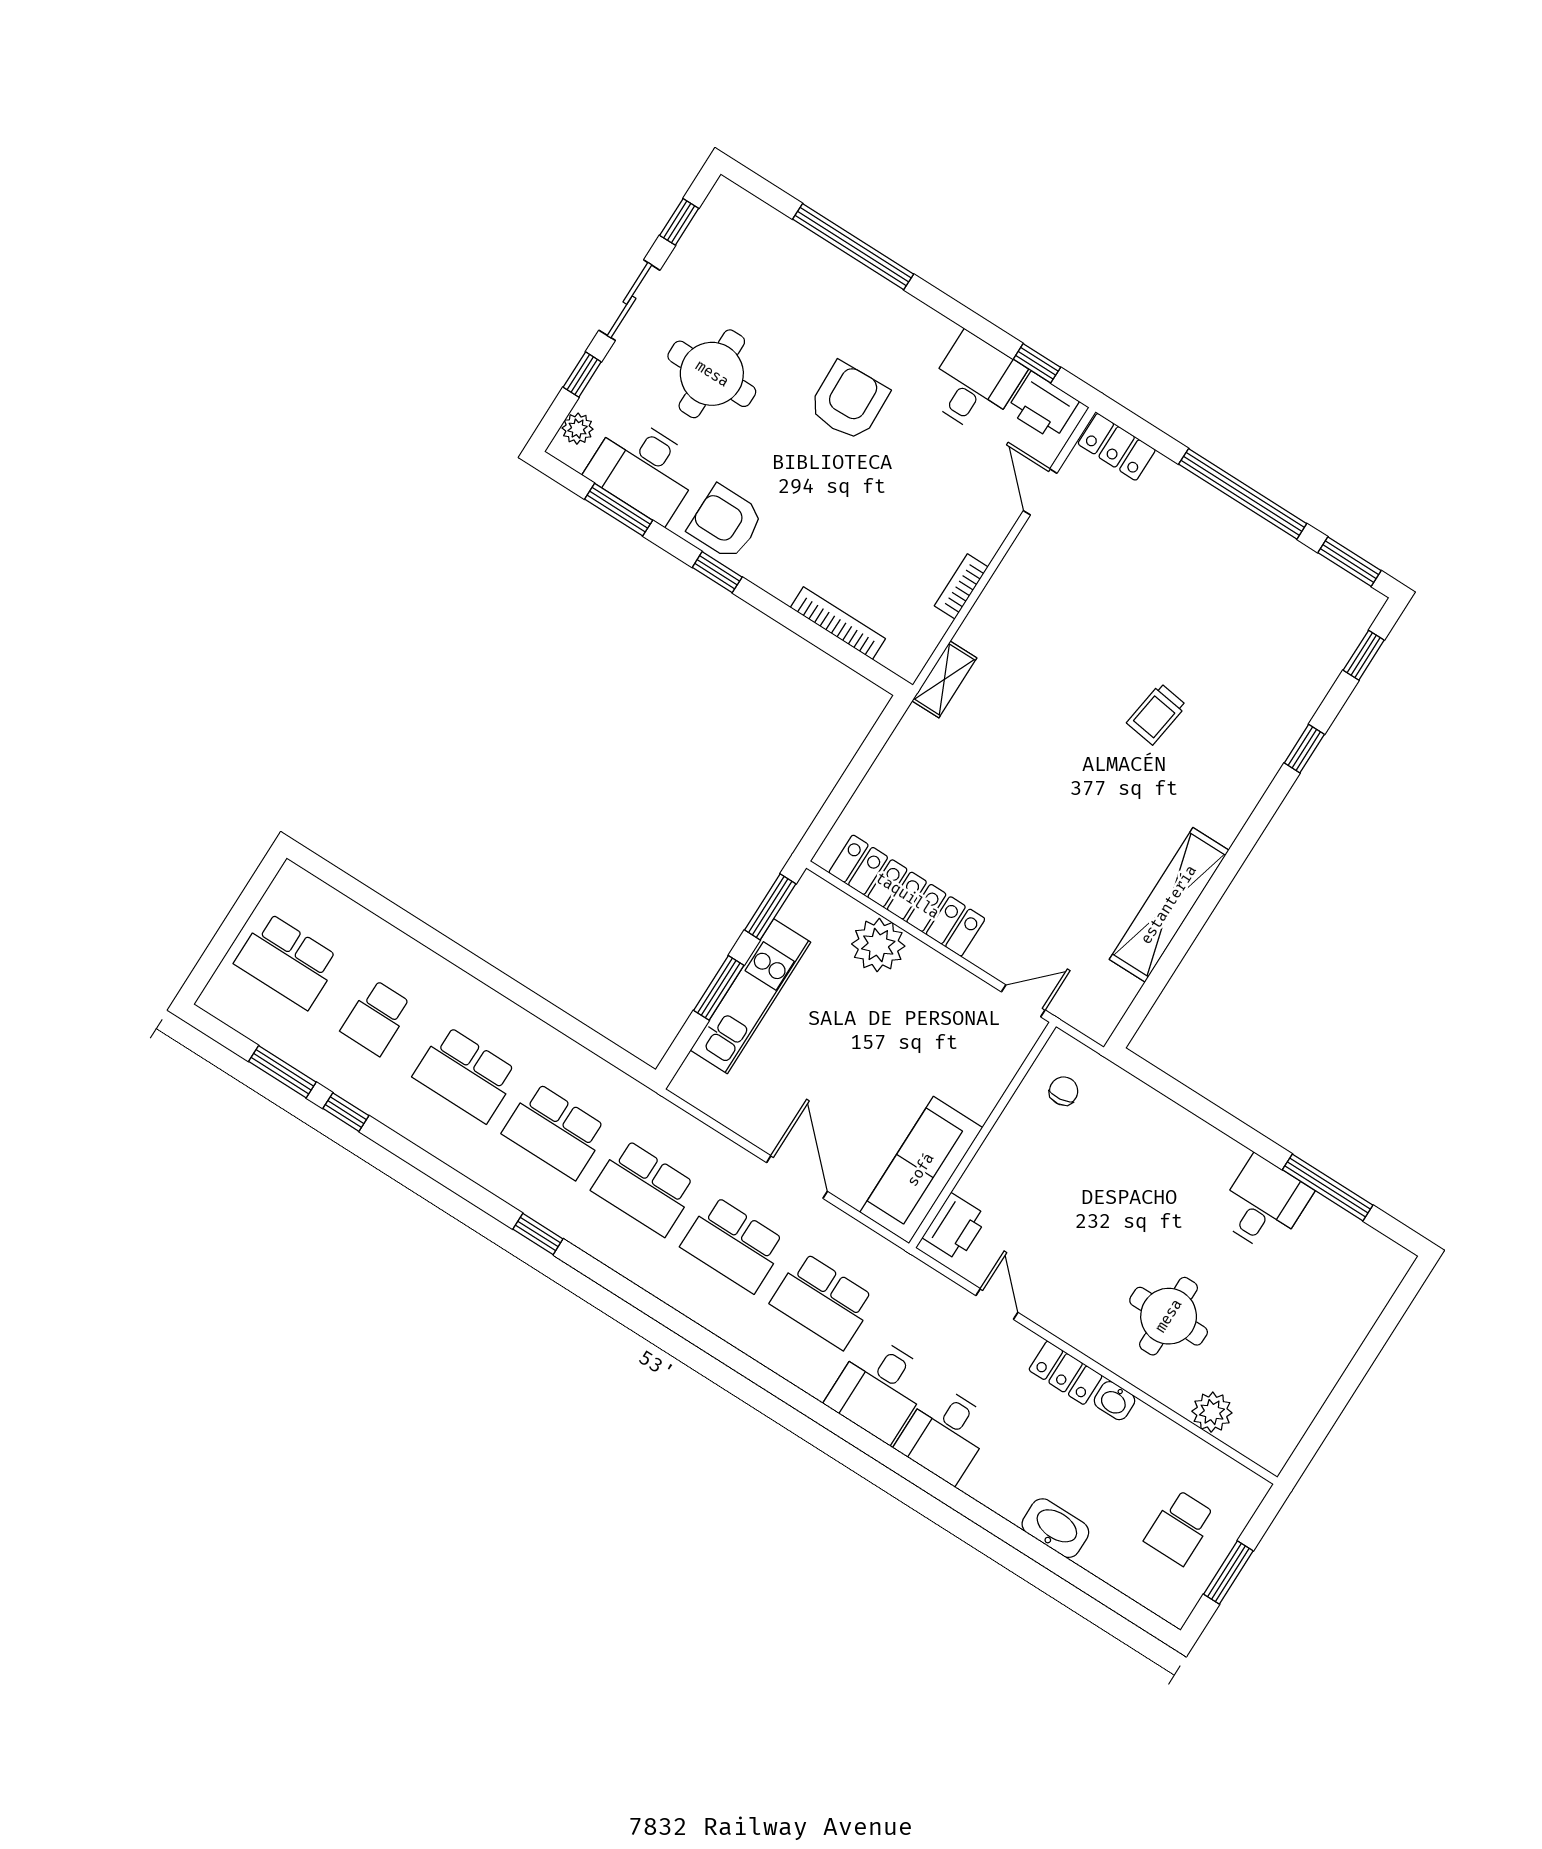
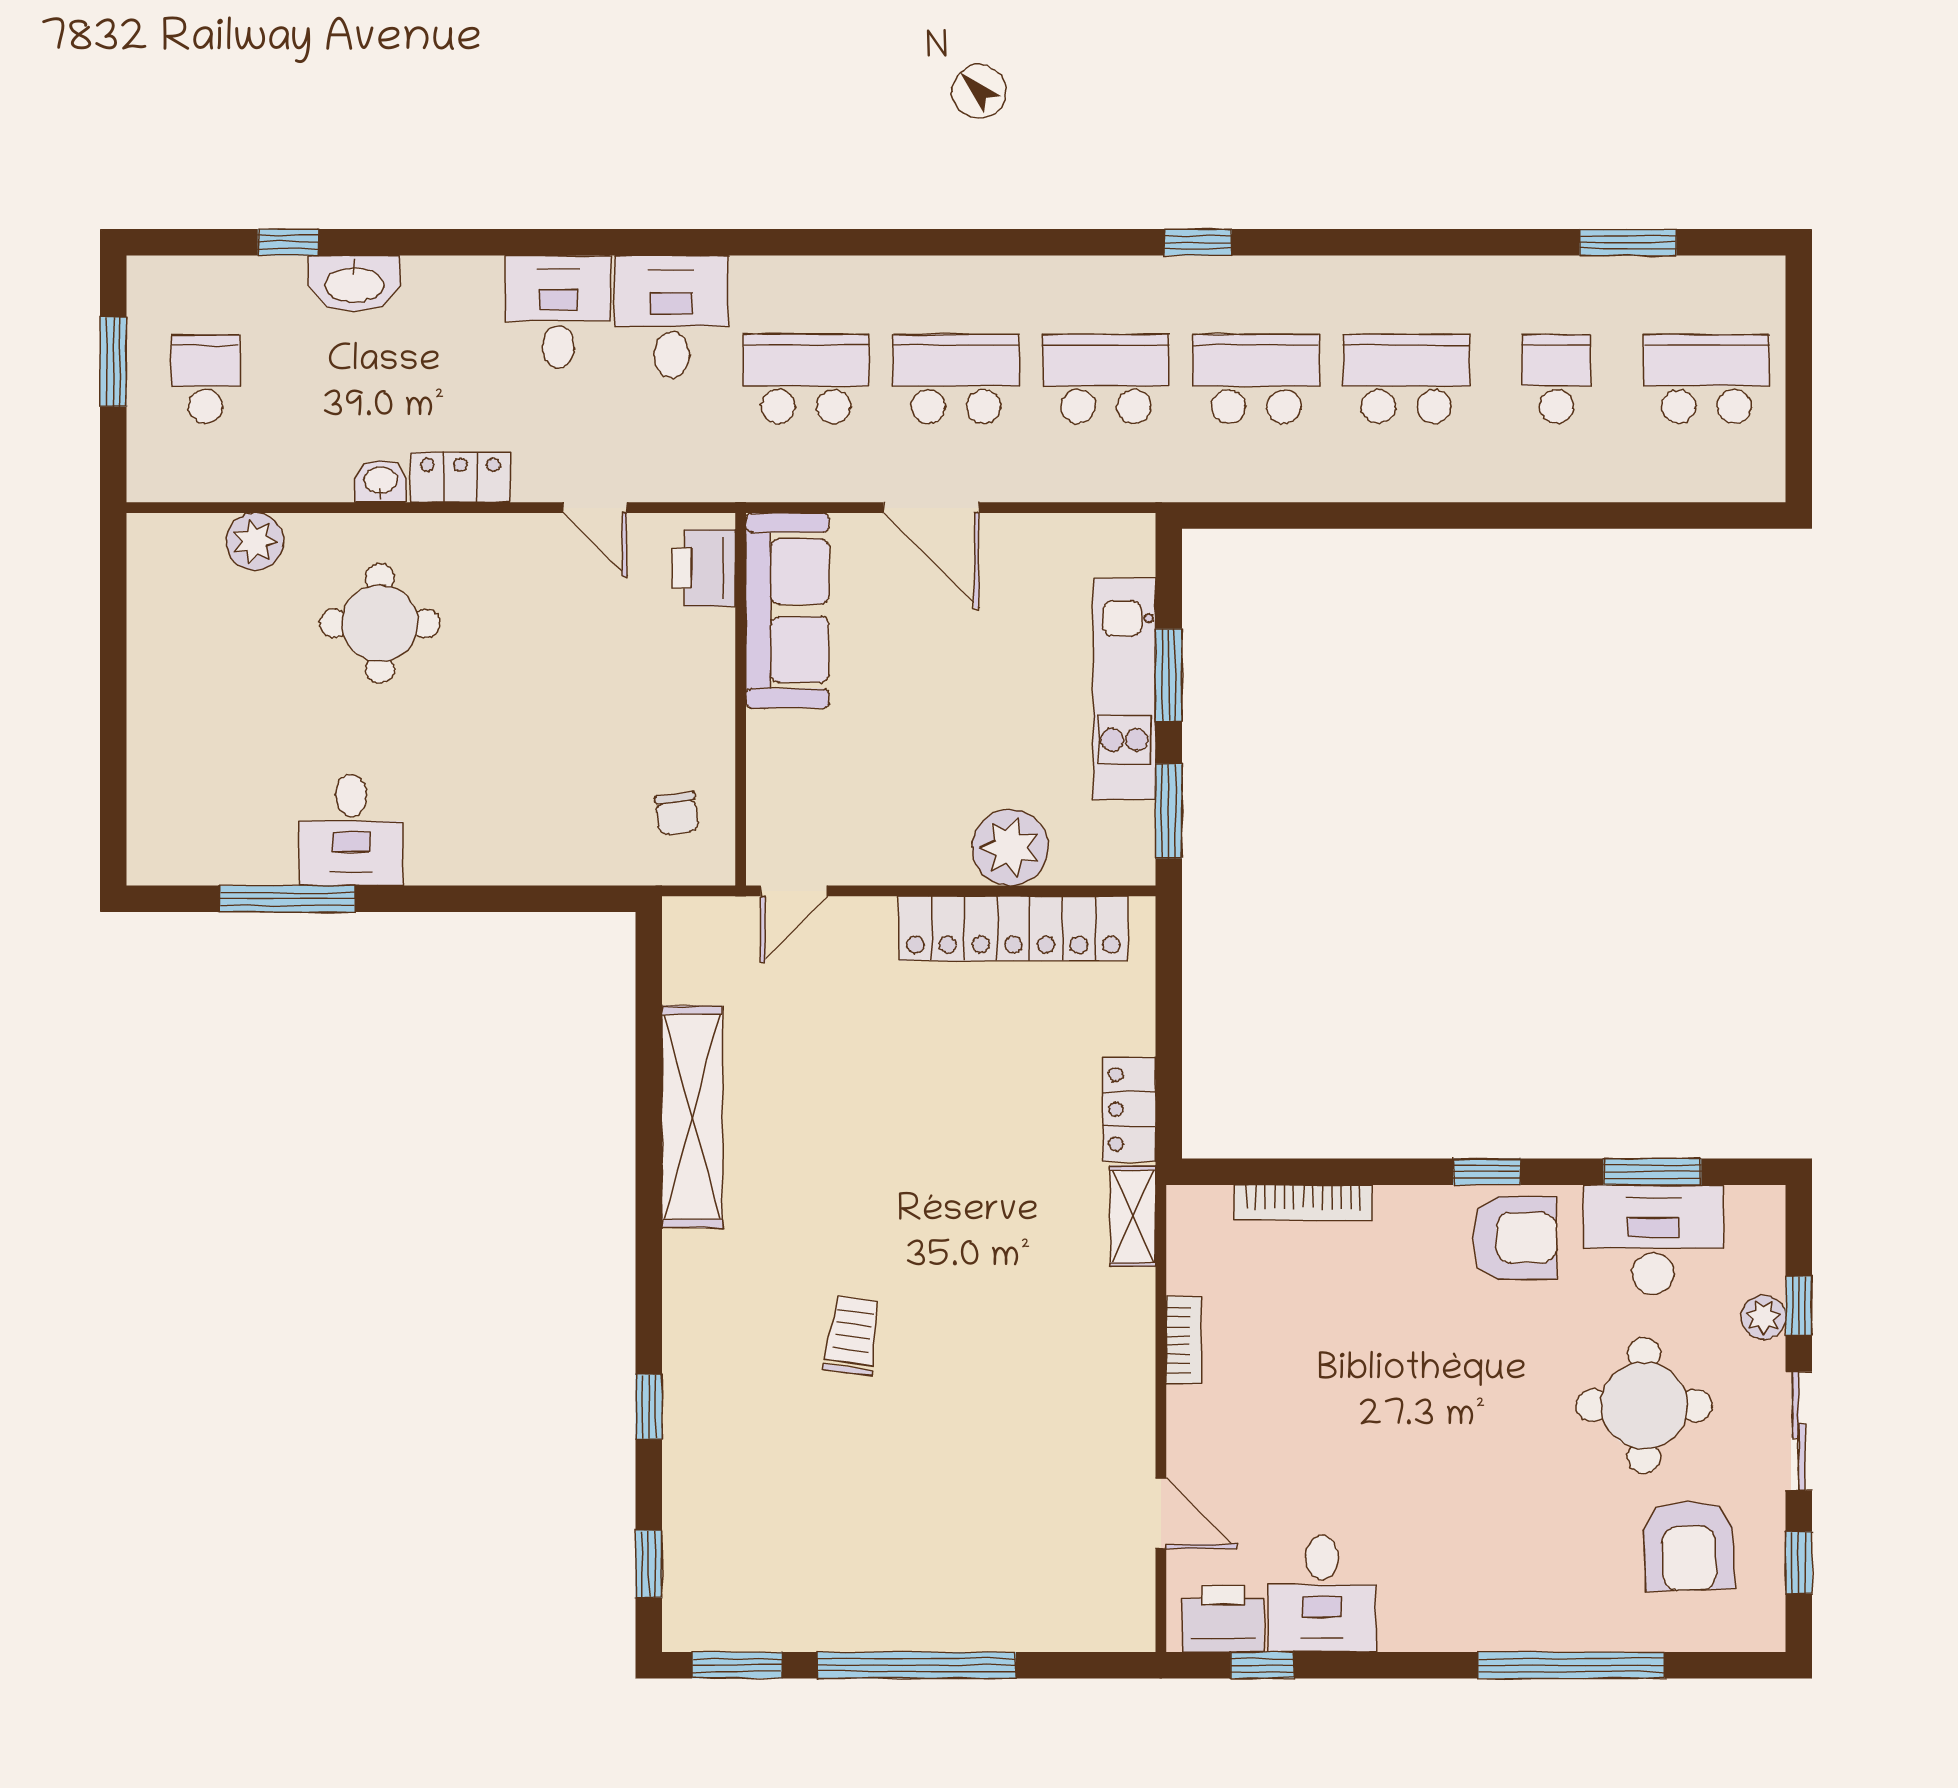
armchair: (849, 401) -> (1689, 1546), moved
plant: (578, 429) -> (1763, 1317), moved
locker: (1117, 447) -> (1129, 1109), moved, turned -90
window: (346, 1112) -> (288, 242), moved

